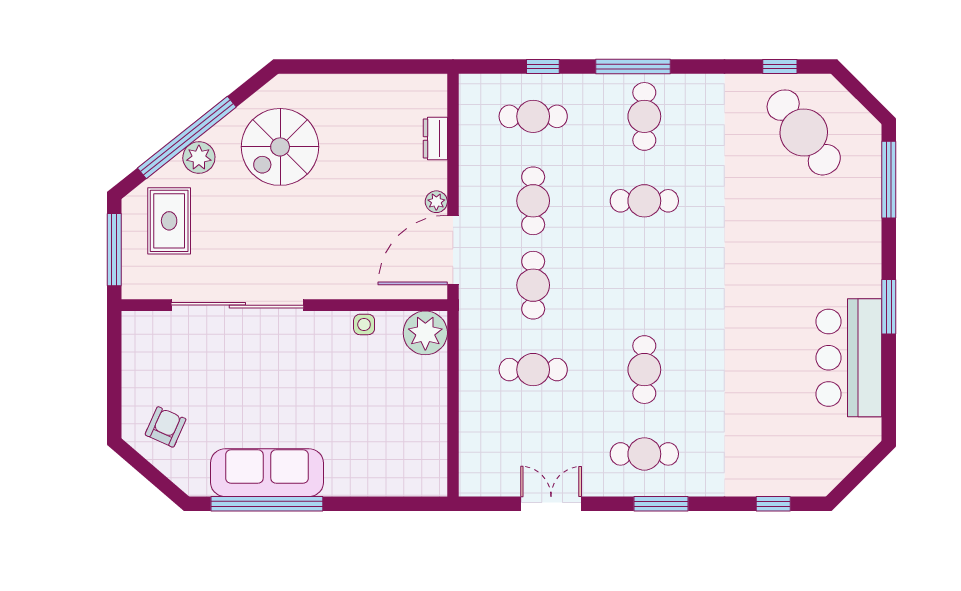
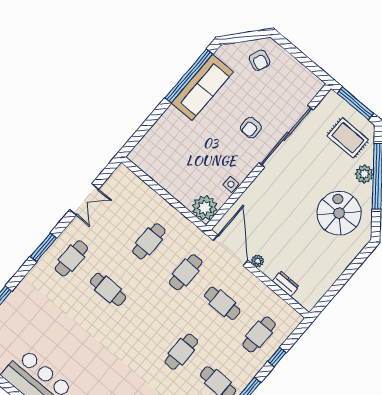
cafe table: (533, 285) -> (186, 272), turned 90
armchair: (266, 362) -> (251, 128), added

